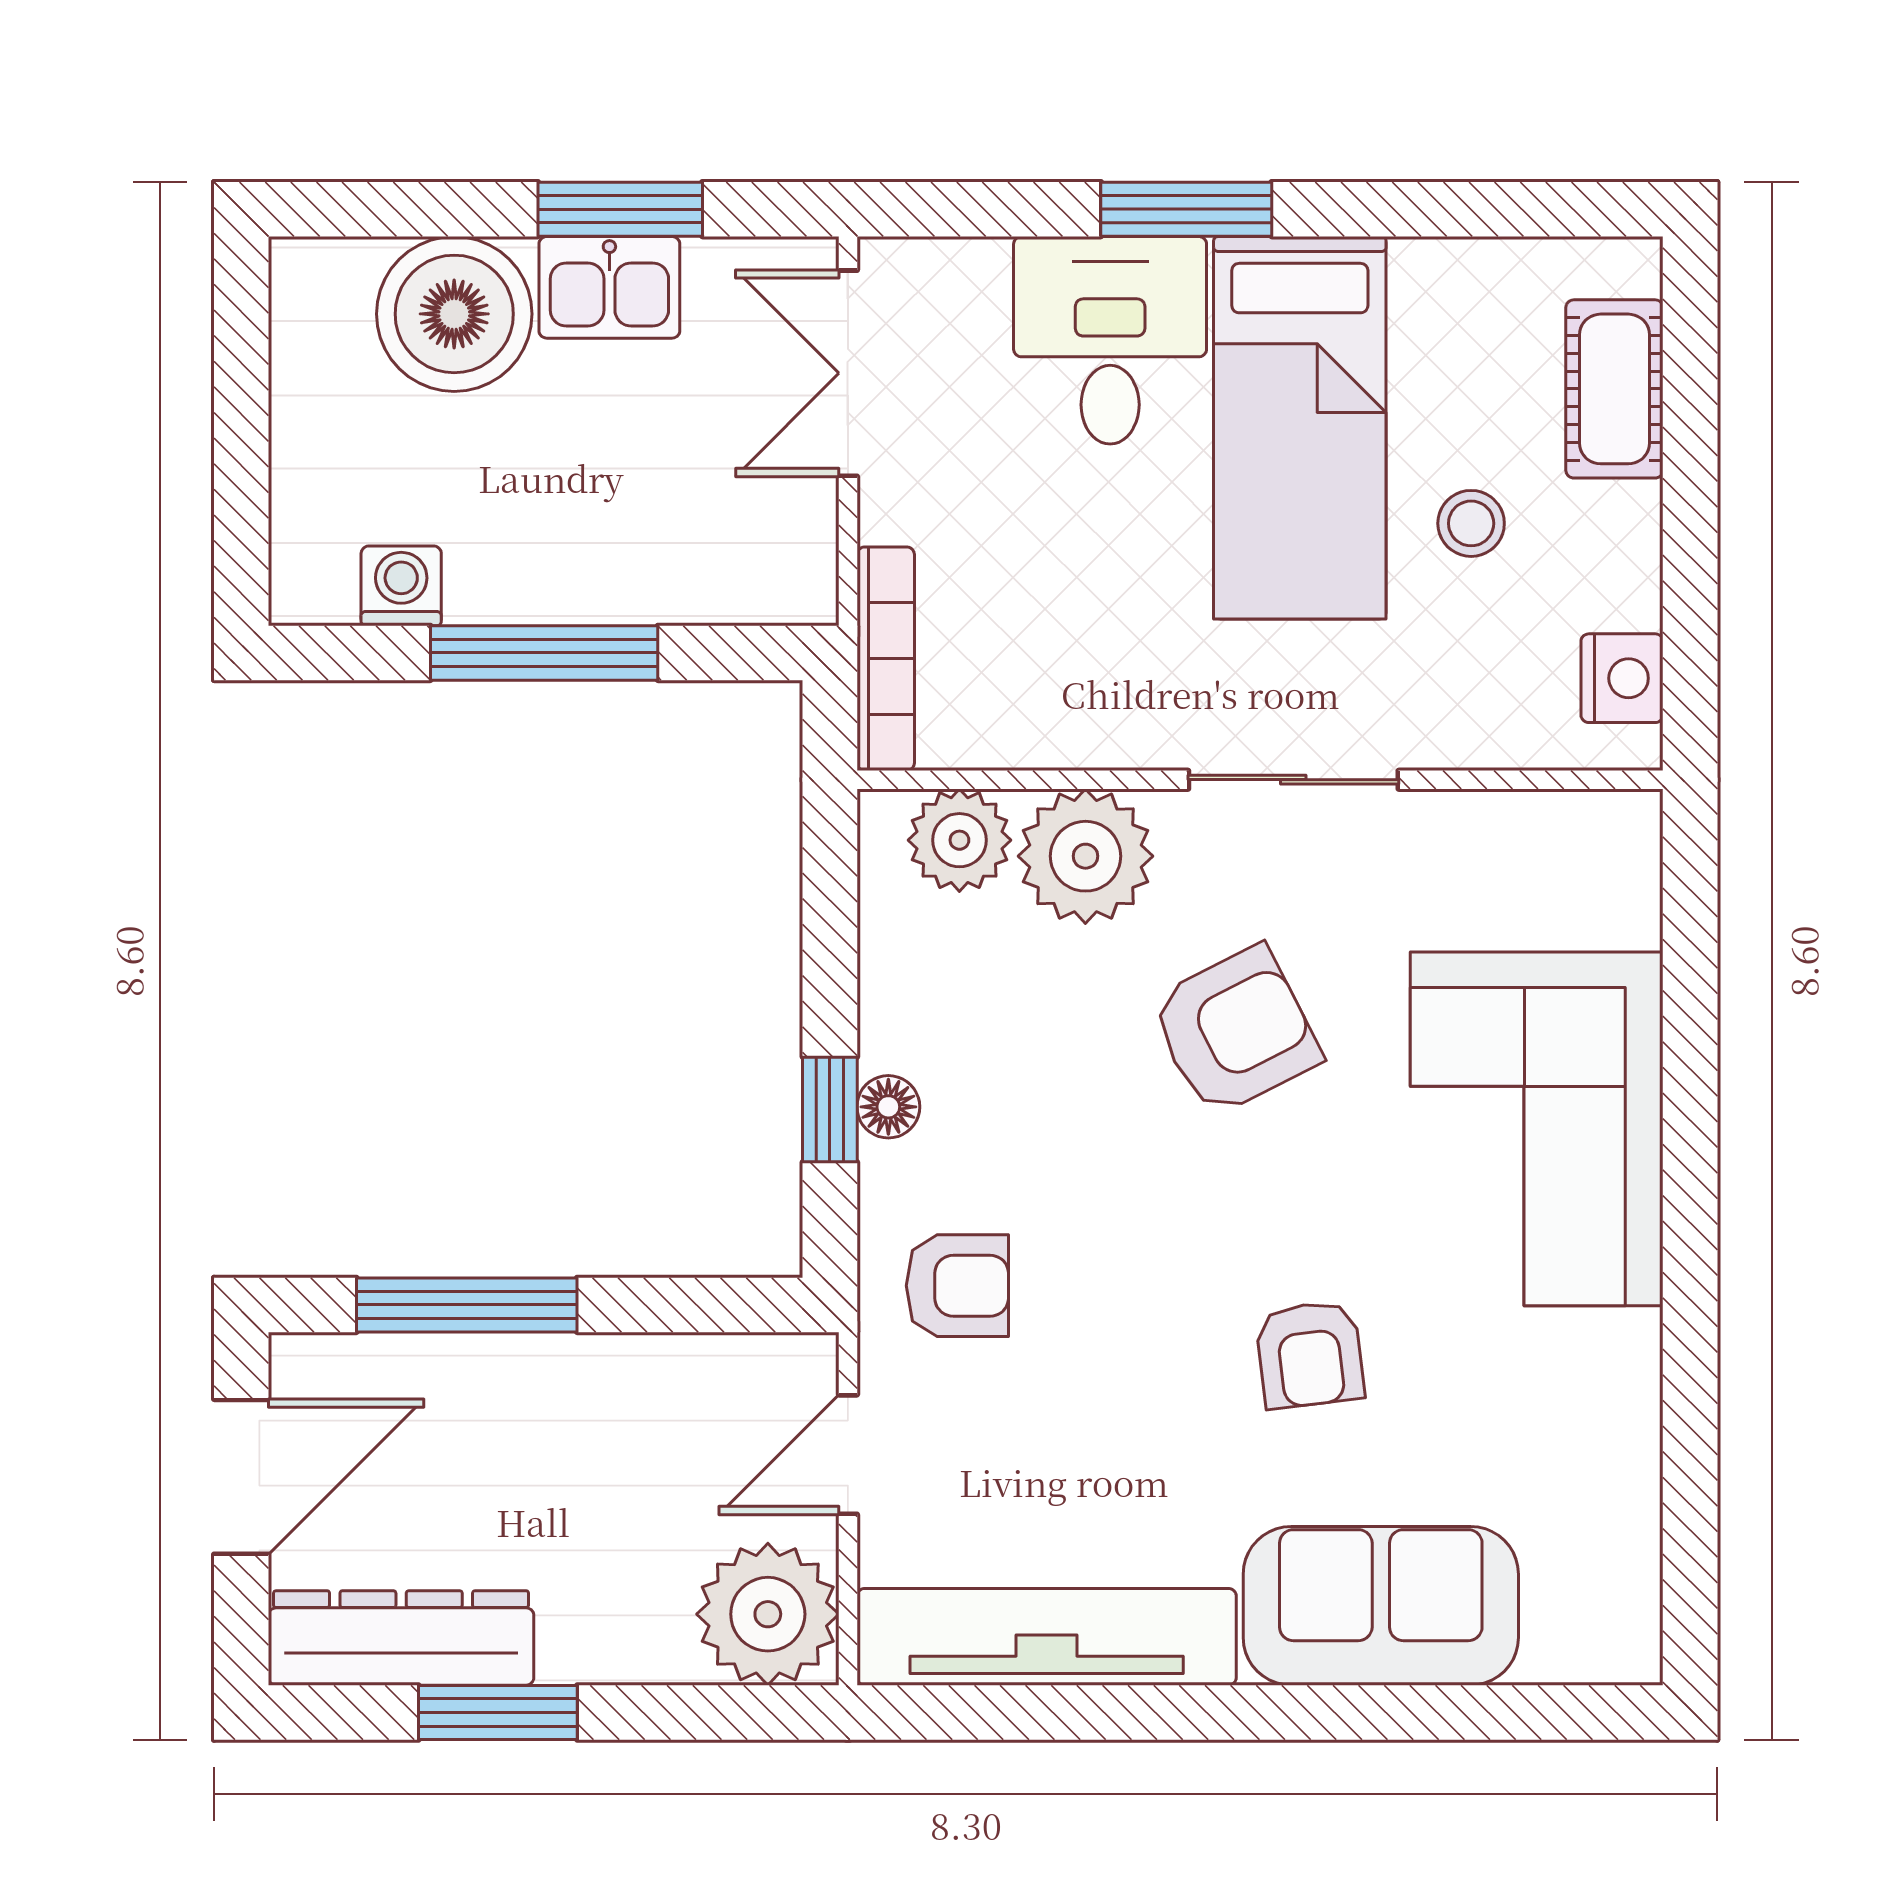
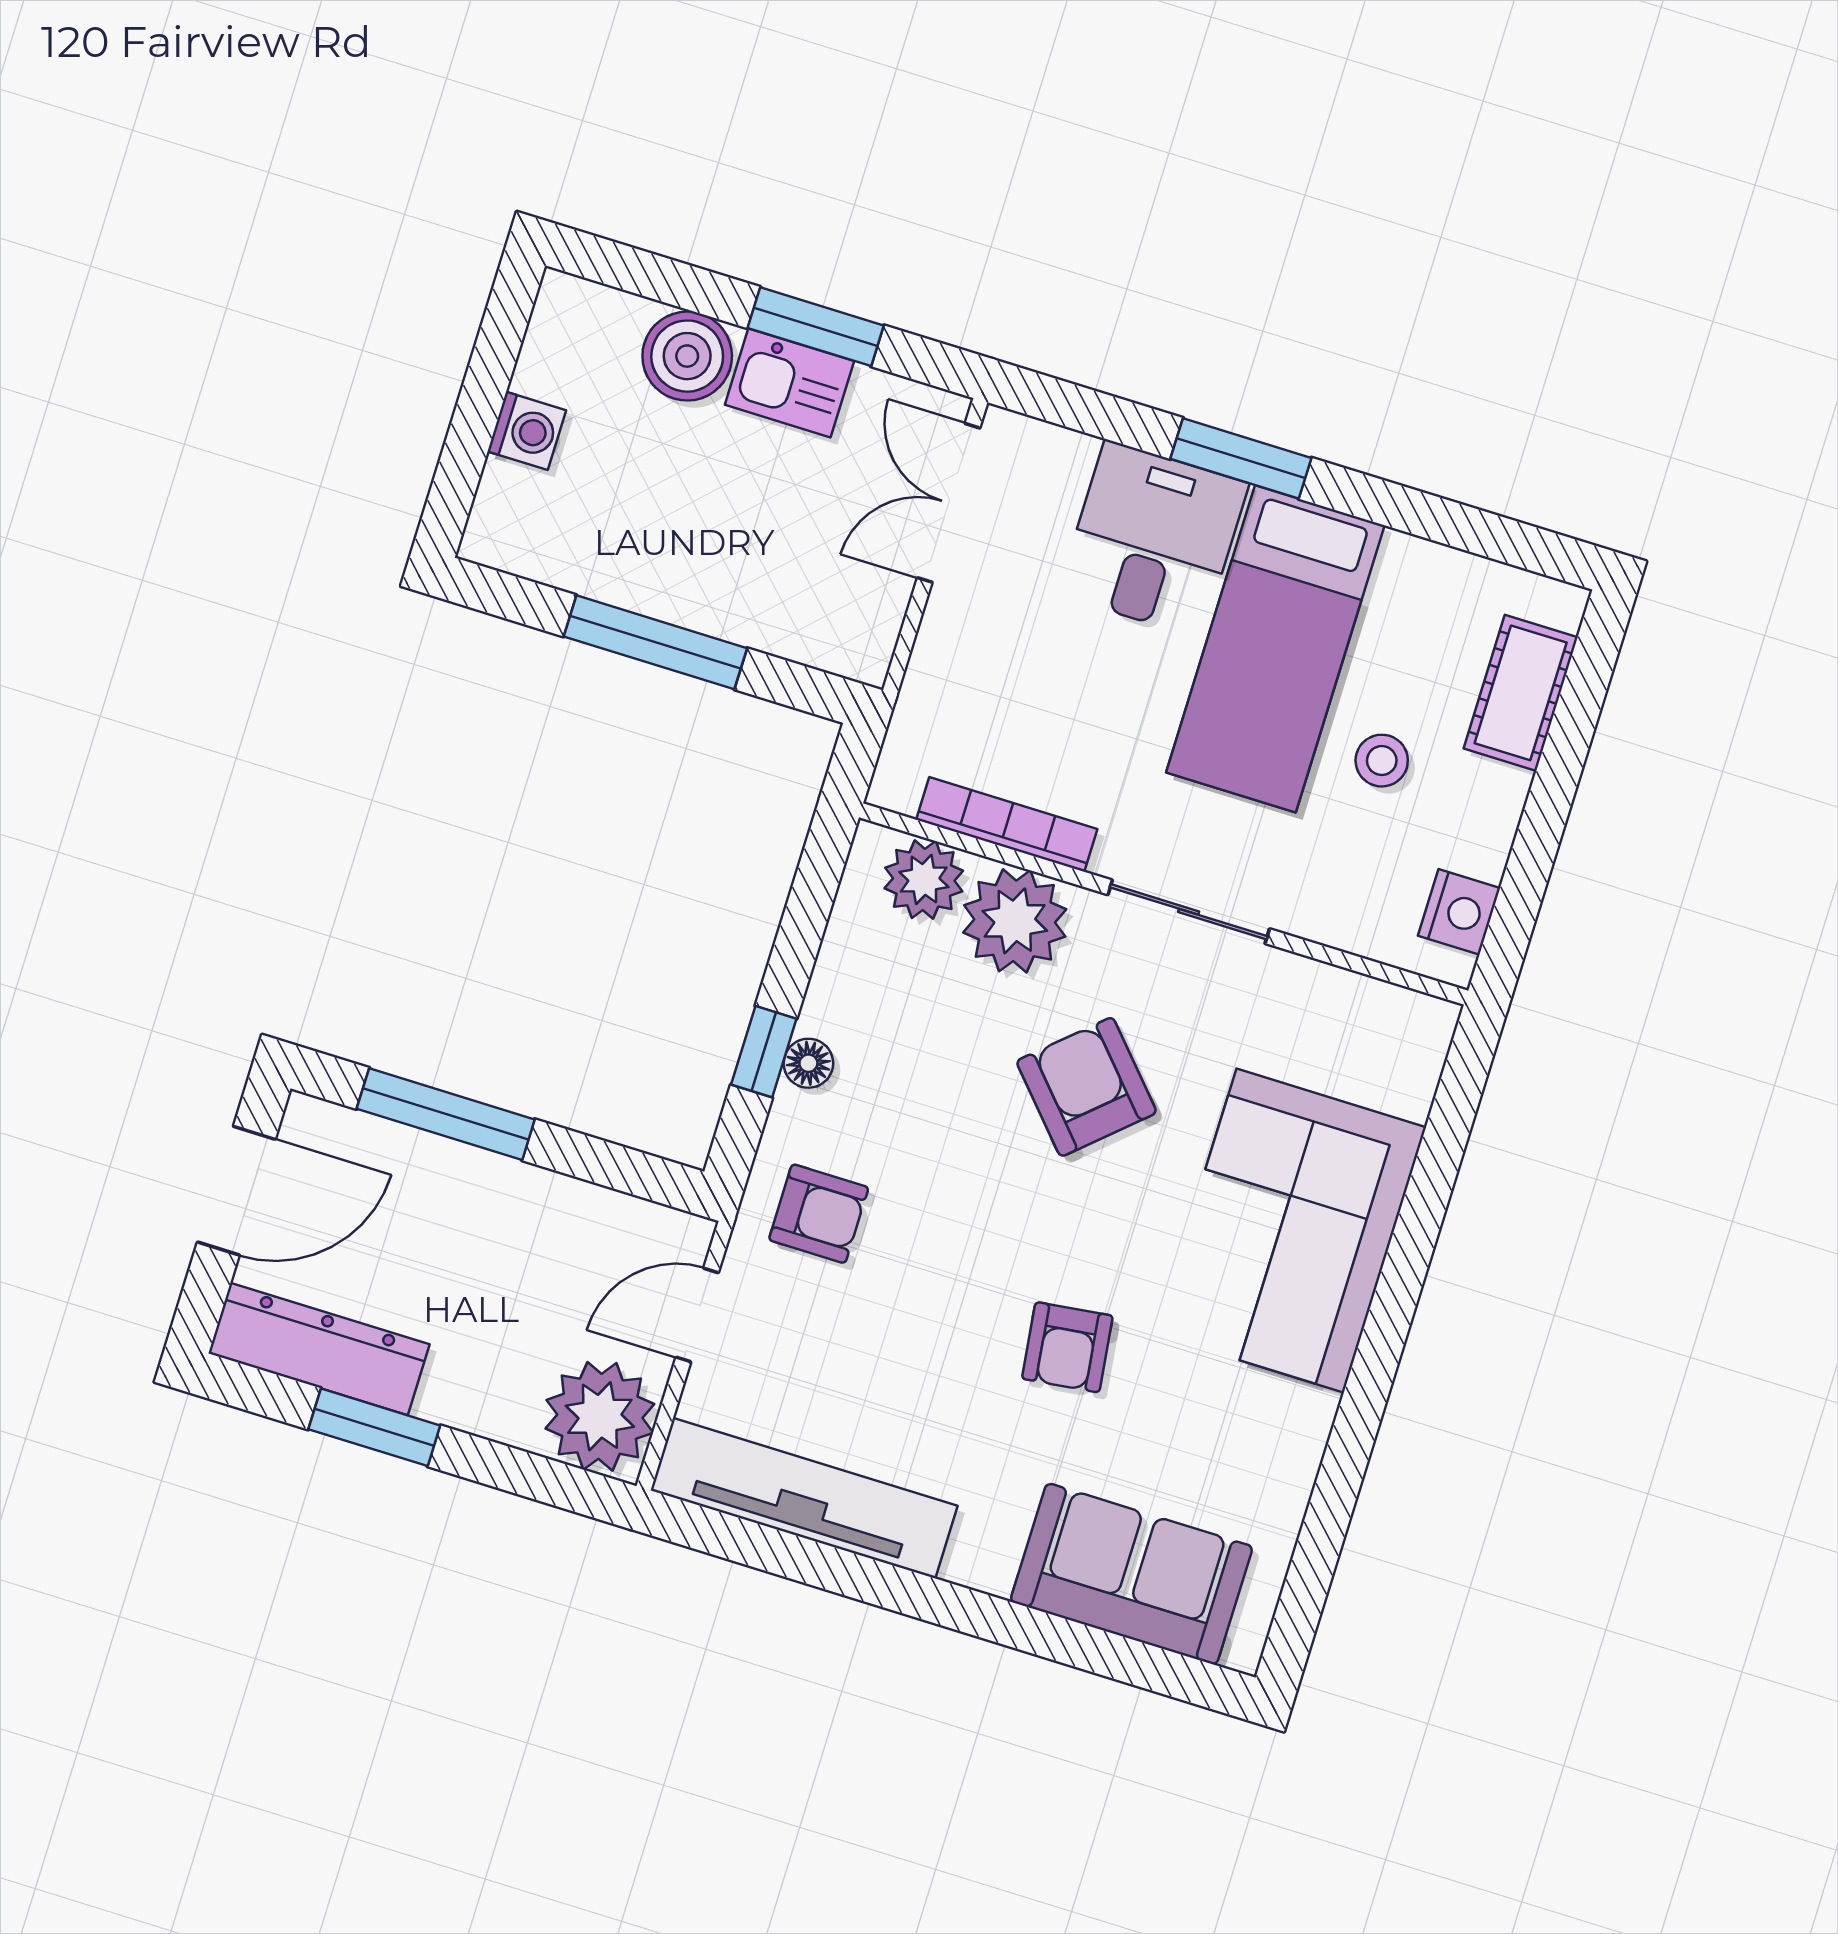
boiler: (454, 314) -> (687, 356), width x0.73, depth x0.73
washing machine: (401, 586) -> (527, 431), moved, turned 90
bookcase: (886, 659) -> (1007, 824), moved, turned -90
armchair: (1235, 1031) -> (1086, 1087), turned -105
sofa: (1381, 1606) -> (1131, 1574), moved

